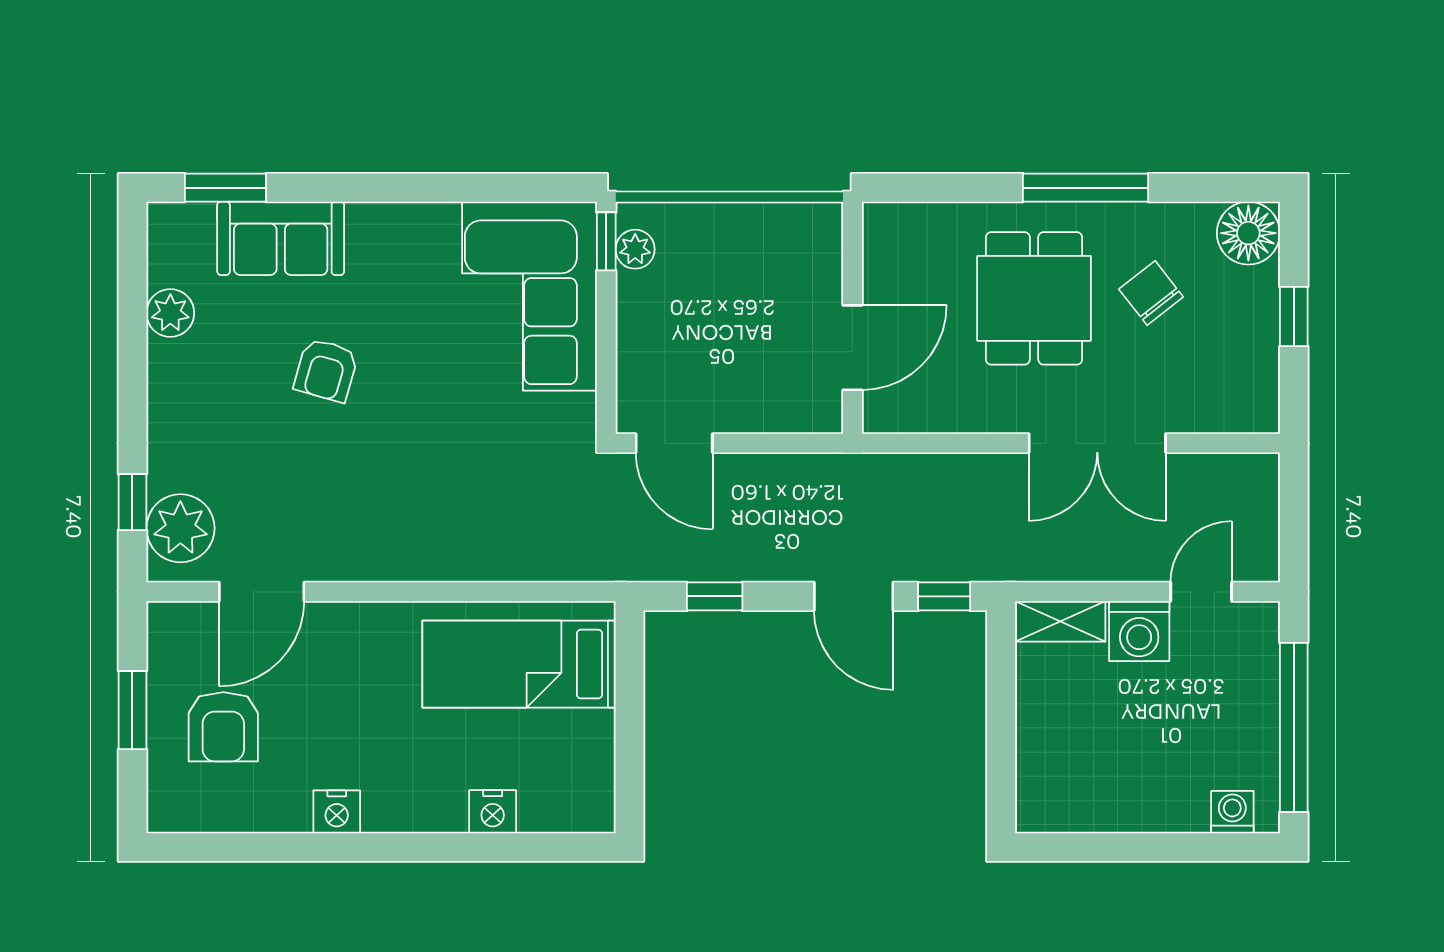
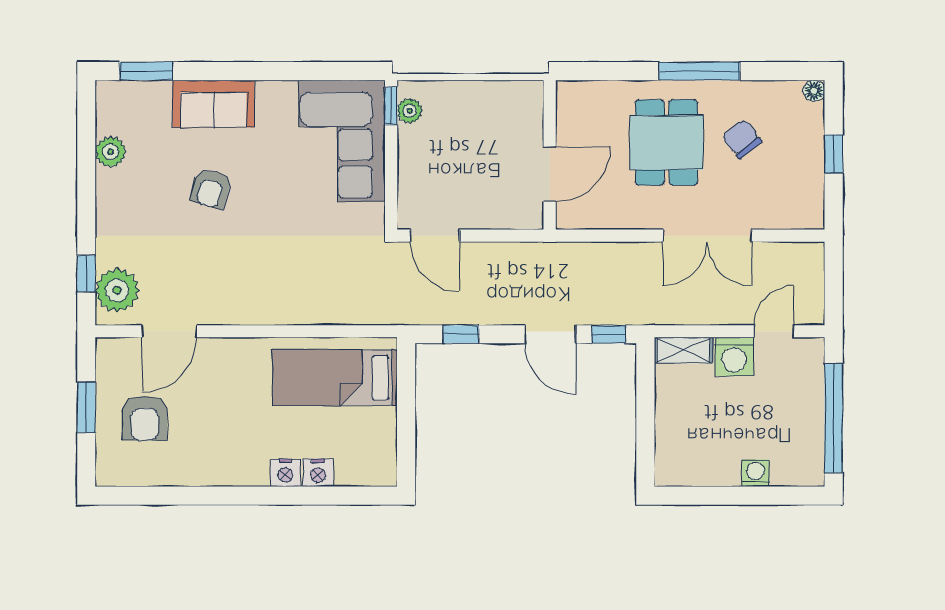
floor lamp: (1248, 233) -> (814, 91), width x0.53, depth x0.53
sofa: (281, 238) -> (214, 104), moved
nightstand: (337, 812) -> (285, 473), moved
washing machine: (1232, 812) -> (756, 473), moved

